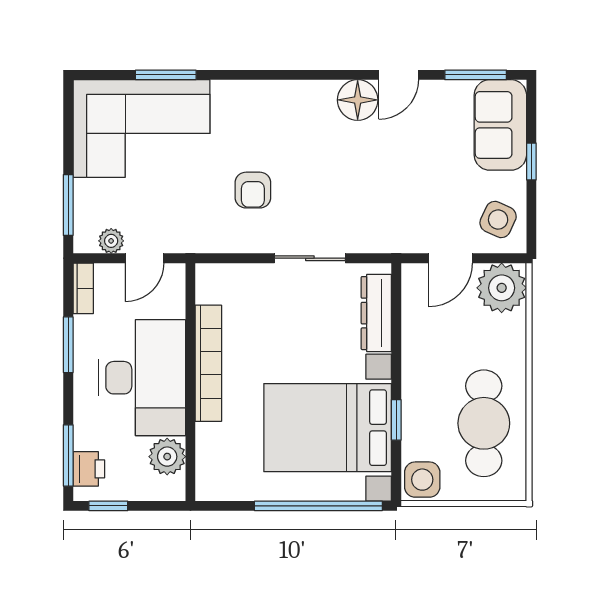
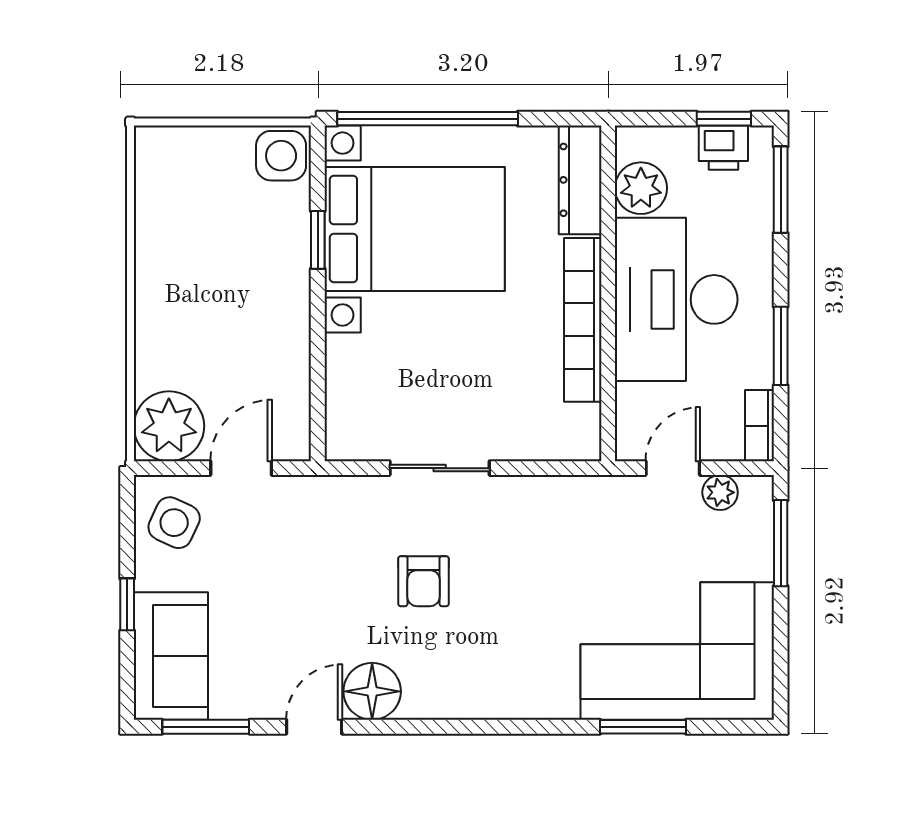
armchair: (253, 190) -> (423, 581), moved, turned 180
dresser: (376, 313) -> (580, 180), moved, turned 180
cafe table: (484, 423) -> (194, 235), removed
printer: (89, 469) -> (723, 148), moved, turned -90

